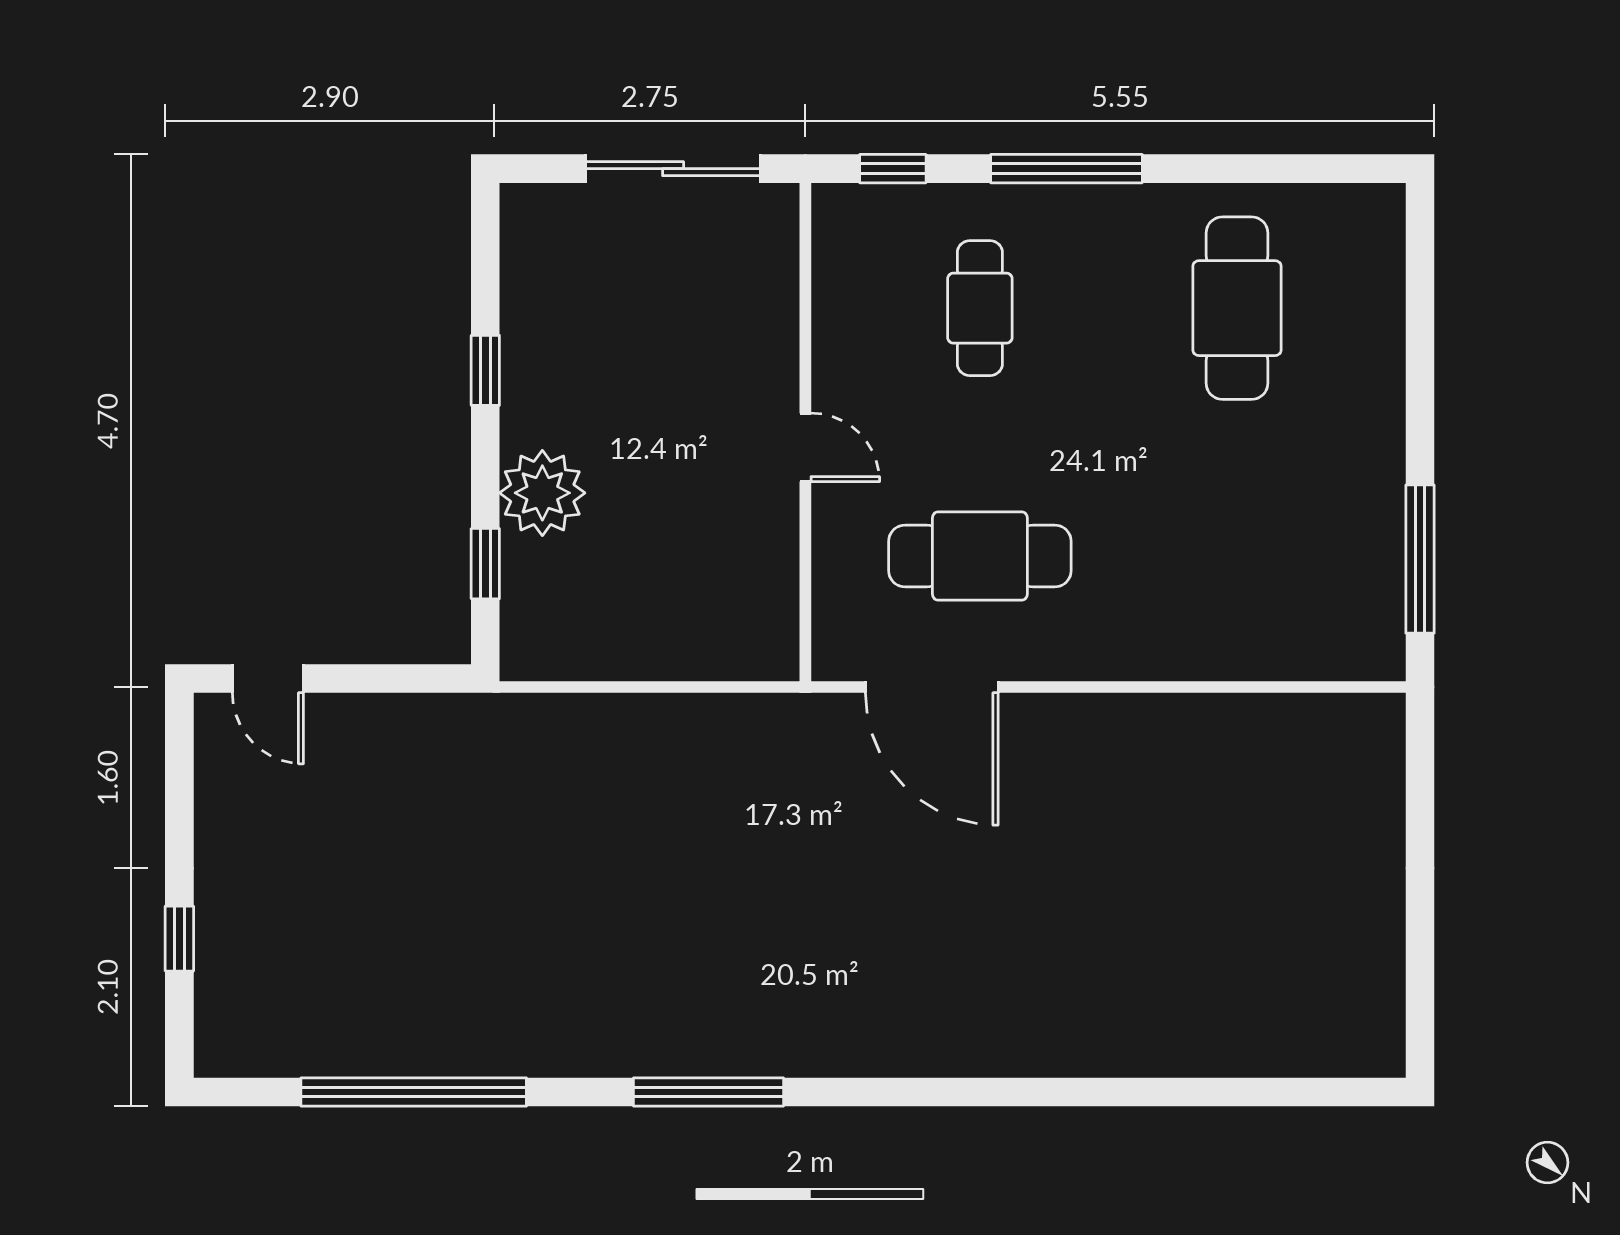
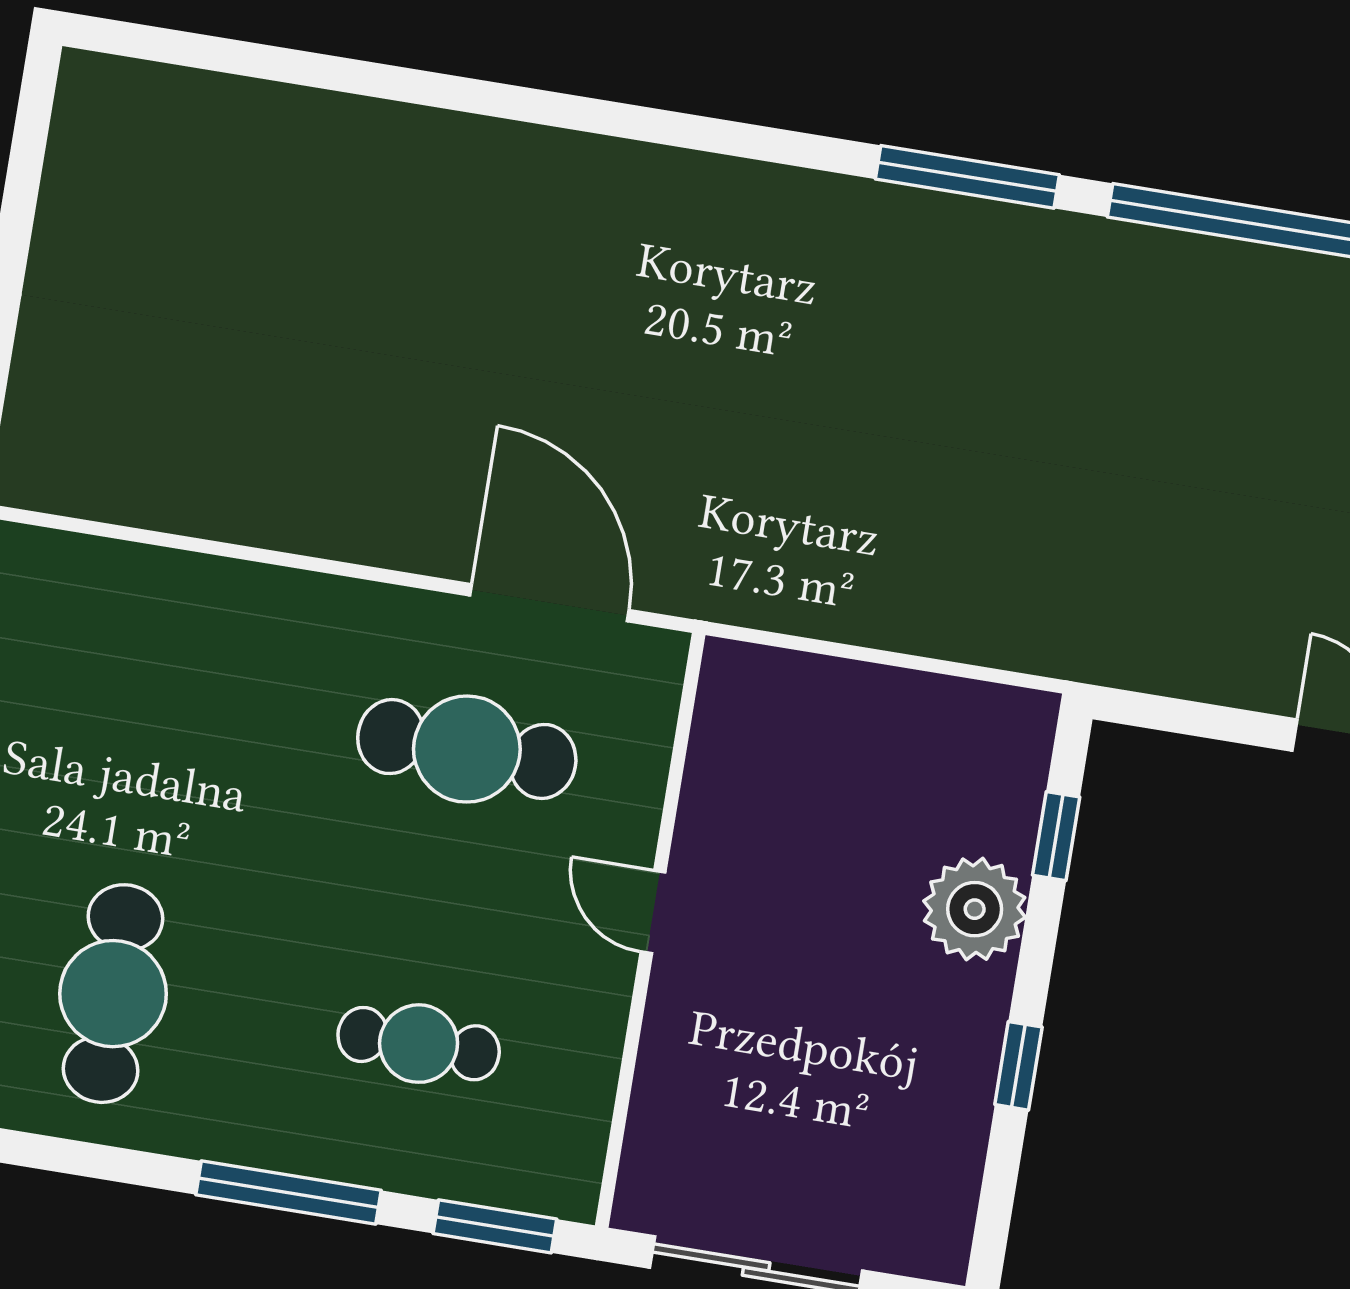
window: (893, 169) -> (495, 1226), width x1.50
cafe table: (980, 308) -> (419, 1044), turned 90
window: (708, 1092) -> (967, 177), moved

